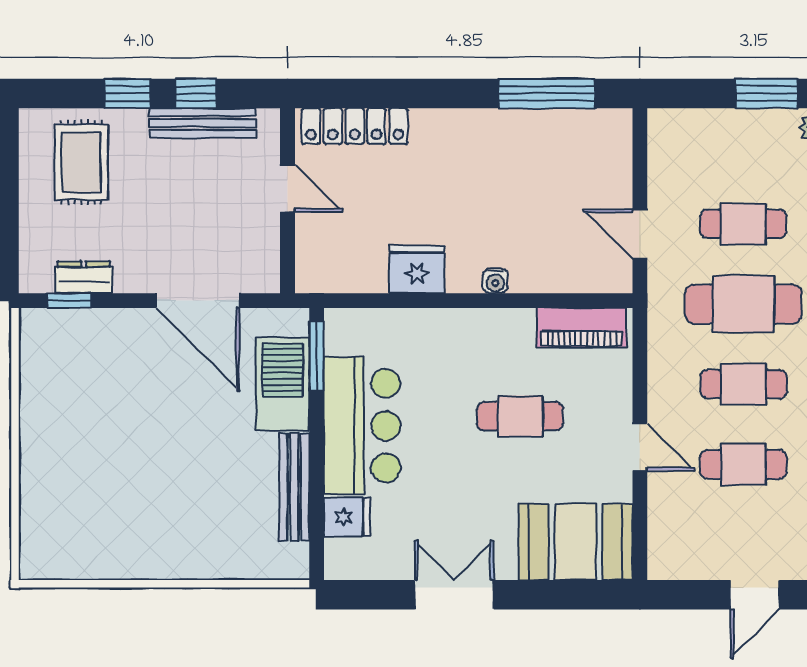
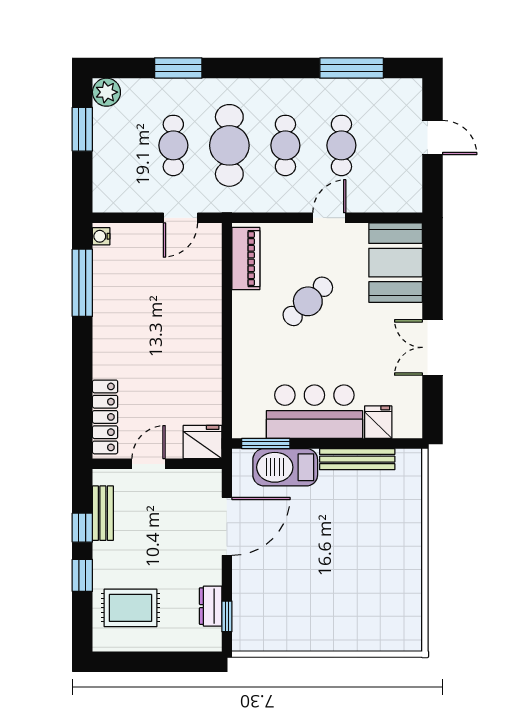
bench: (203, 123) -> (103, 513), width x0.73
fridge: (417, 269) -> (203, 442), moved, turned 90
water cooler: (495, 281) -> (101, 236), moved, turned 180
cafe table: (520, 416) -> (308, 301), turned 46

